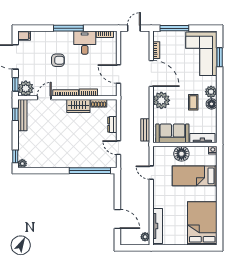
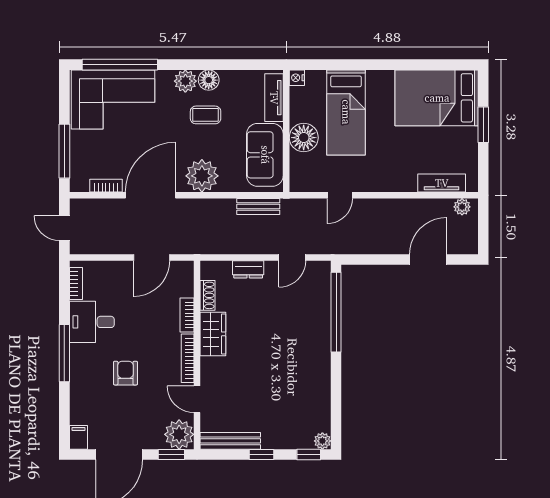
window: (220, 57) -> (120, 65), width x2.11
window: (15, 114) -> (262, 454), moved
tv unit: (158, 226) -> (442, 183), width x0.71
window: (188, 248) -> (483, 125), added

